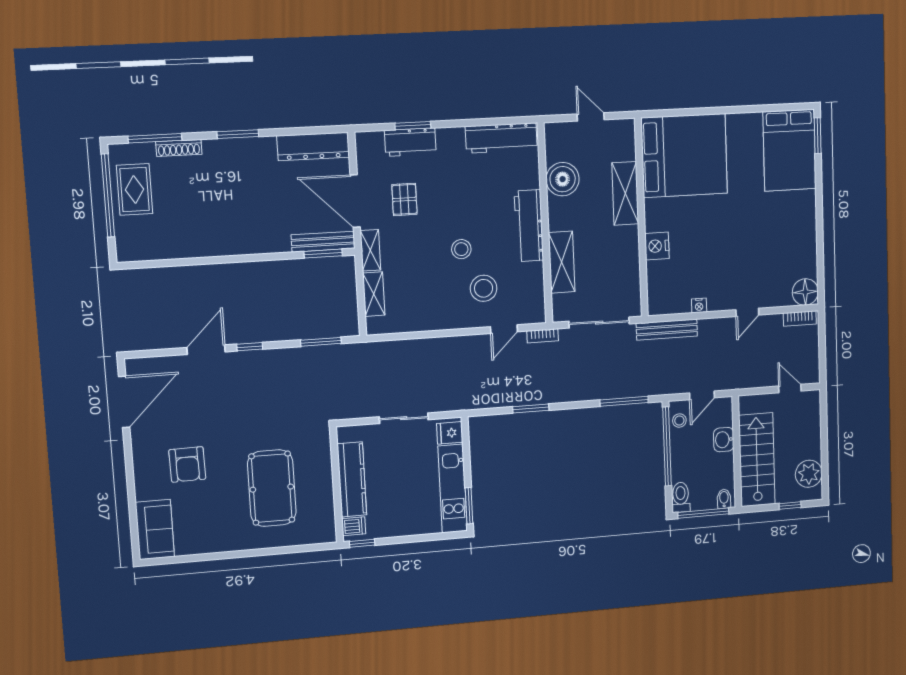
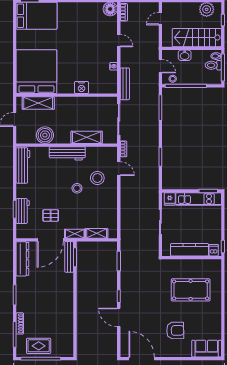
shelving: (625, 193) -> (38, 103), moved
toilet: (681, 497) -> (213, 65), moved

